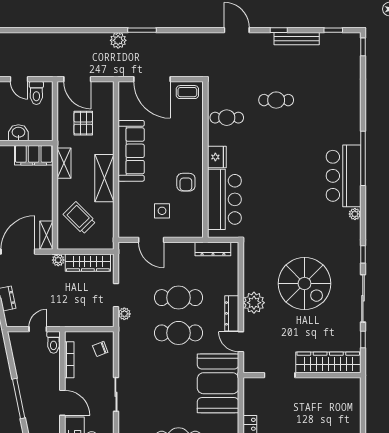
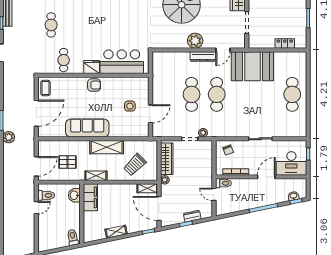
washbasin: (18, 133) -> (74, 195), moved
armchair: (186, 182) -> (94, 85), moved
dresser: (213, 249) -> (157, 70), removed

